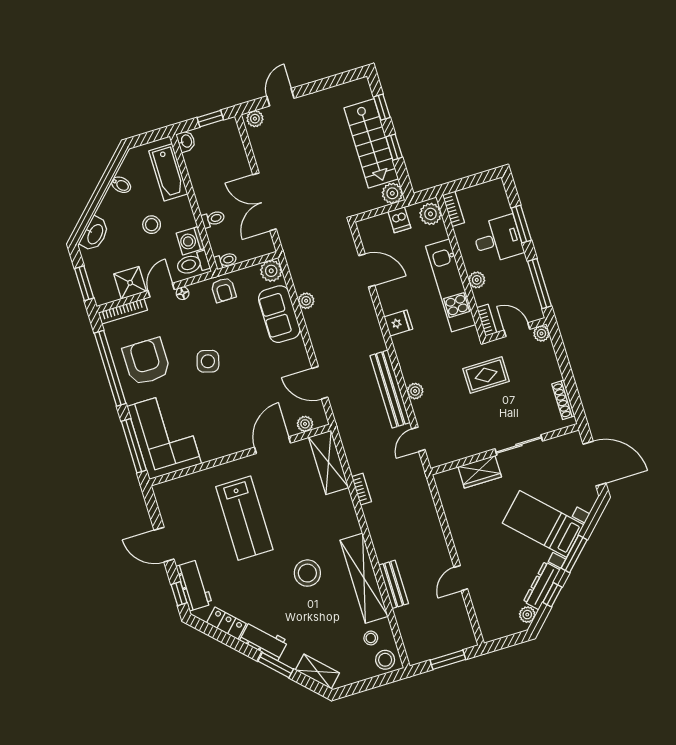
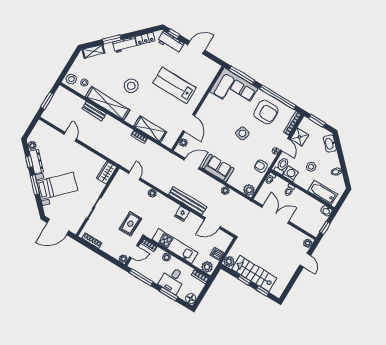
floor lamp: (495, 189) -> (191, 299), added
sofa: (279, 314) -> (218, 168), moved
bench: (390, 389) -> (188, 201), moved
shelving: (329, 462) -> (150, 129), moved
wardrobe: (480, 472) -> (107, 173), moved

